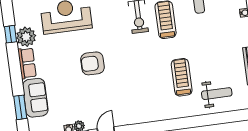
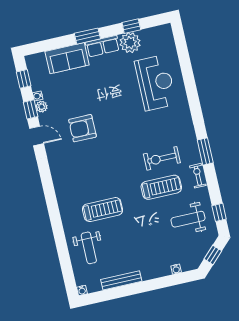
armchair: (92, 63) -> (82, 128), moved, turned -90
window: (20, 107) -> (87, 36), moved

